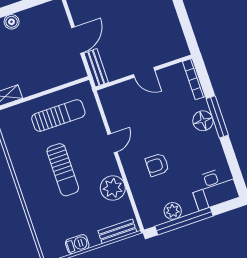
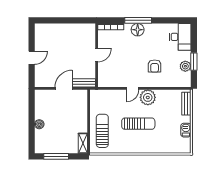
door: (77, 40) -> (64, 88), hinge flipped
sun lounger: (58, 116) -> (102, 131), moved
door: (113, 143) -> (132, 88), swing flipped
plant: (113, 188) -> (148, 97), moved
window: (184, 221) -> (194, 62), width x0.47

